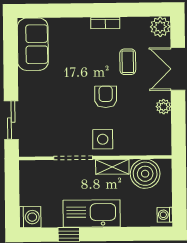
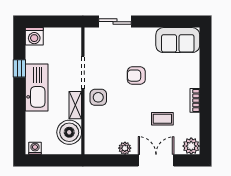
armchair: (106, 97) -> (136, 76), moved, turned 180

